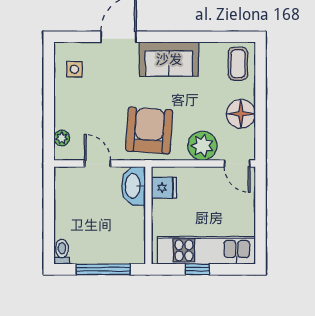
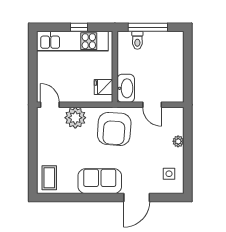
floor lamp: (241, 114) -> (47, 141), removed
plant: (62, 138) -> (178, 141), moved
toilet: (62, 252) -> (137, 40), moved

